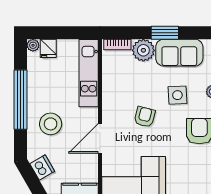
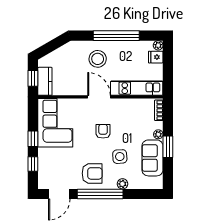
plant: (143, 50) -> (158, 134), width x0.53, depth x0.53
armchair: (145, 117) -> (103, 131), turned -104
door: (100, 138) -> (99, 97), moved
dishwasher: (42, 167) -> (64, 52), removed

